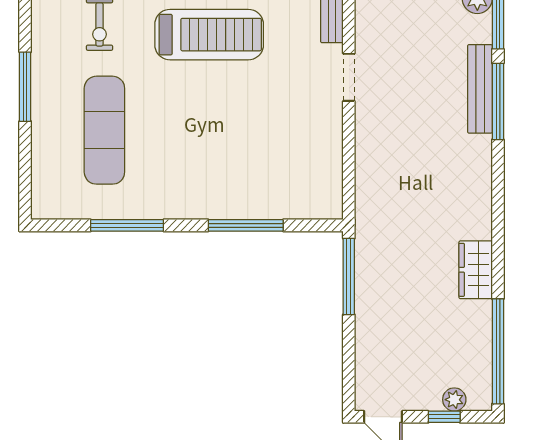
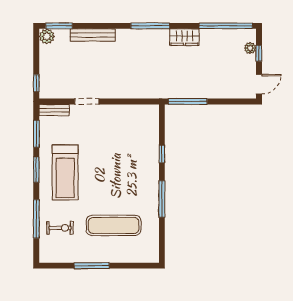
treadmill: (209, 35) -> (65, 172), turned 180
window: (498, 101) -> (150, 26), moved
window: (127, 225) -> (162, 199), moved
window: (246, 225) -> (162, 154), width x0.46

